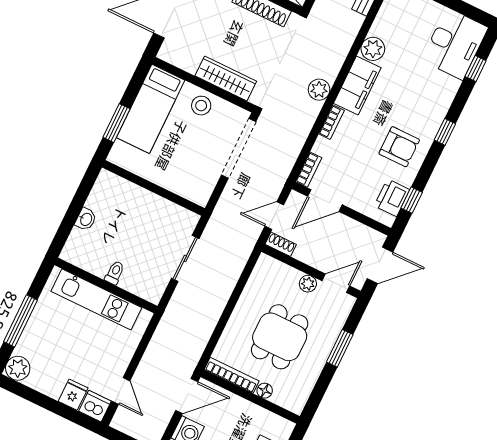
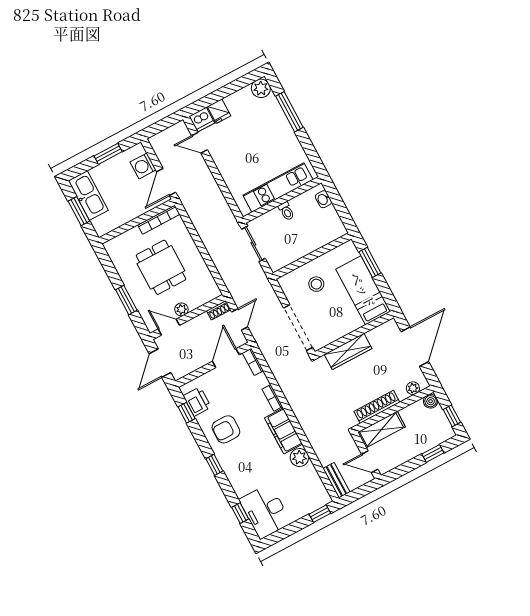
plant: (319, 90) -> (298, 405), removed
stool: (201, 106) -> (316, 284), moved
toilet: (115, 273) -> (286, 211), moved
door: (336, 283) -> (169, 327), swing flipped
wall: (106, 286) -> (282, 200), moved
kitchen unit: (96, 299) -> (278, 187), moved
floor lamp: (265, 391) -> (134, 233), removed

